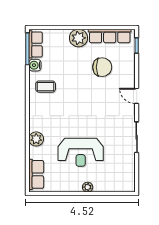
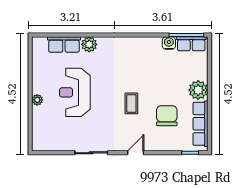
chair: (102, 67) -> (167, 116), turned 180
coffee table: (46, 87) -> (131, 103), moved
row of seats: (36, 174) -> (64, 44), moved

